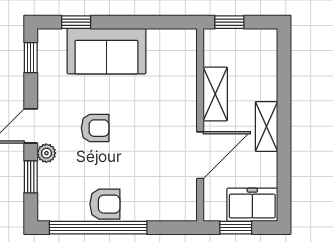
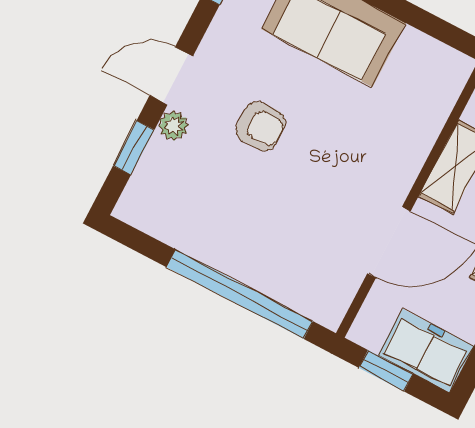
armchair: (105, 204) -> (219, 241), removed
window: (98, 228) -> (240, 294), moved

